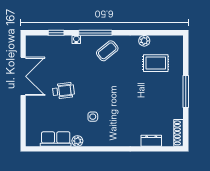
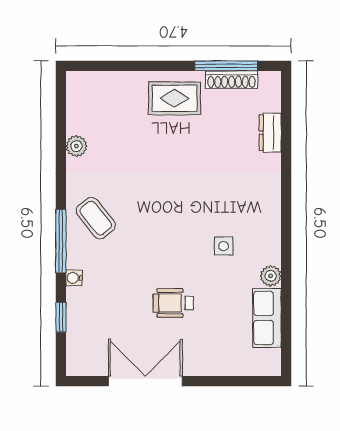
rug: (156, 63) -> (175, 98), moved, turned 90
wheelchair: (63, 91) -> (173, 303), turned -83
window: (186, 92) -> (226, 66), moved
shoe rack: (179, 133) -> (232, 80), moved

